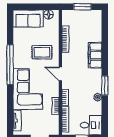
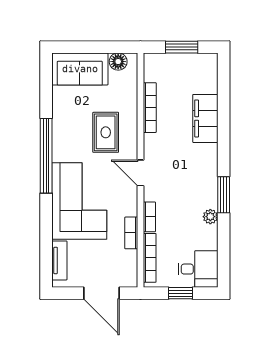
rug: (42, 52) -> (106, 132), turned 90
filing cabinet: (95, 55) -> (205, 118), moved

